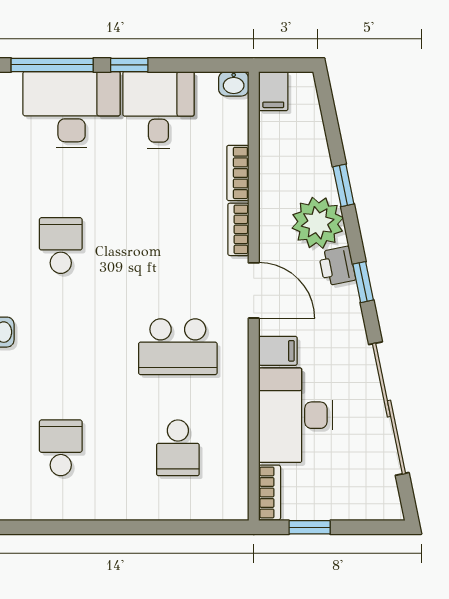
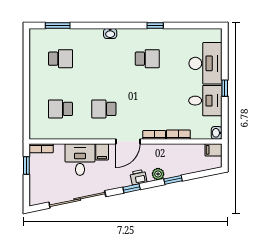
window: (52, 65) -> (225, 55), removed
plant: (318, 223) -> (158, 174), width x0.53, depth x0.53
school desk: (178, 347) -> (104, 109), width x0.54
desk: (296, 415) -> (80, 160), width x0.73

